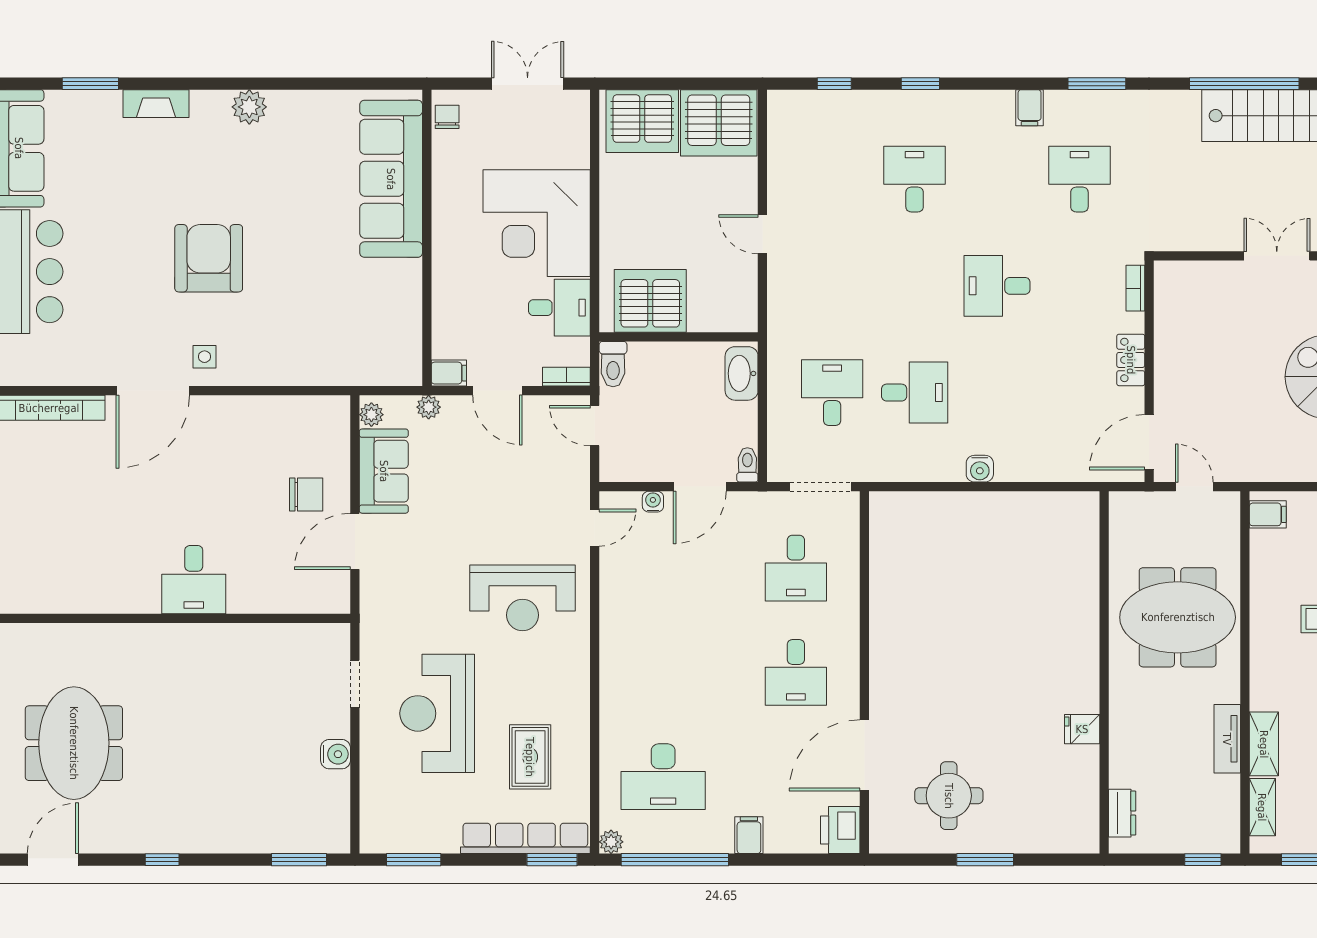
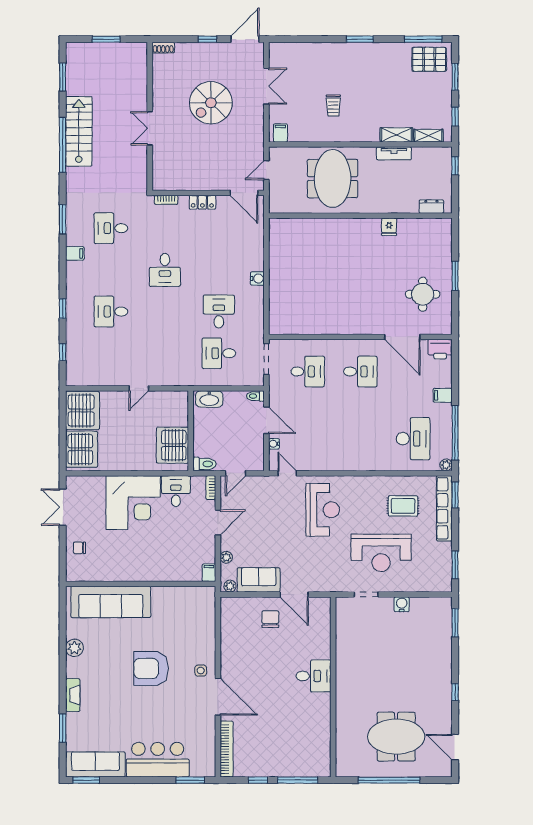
sofa: (391, 179) -> (111, 602), moved
wall: (427, 238) -> (141, 584), moved
filing cabinet: (449, 373) -> (209, 573), moved

